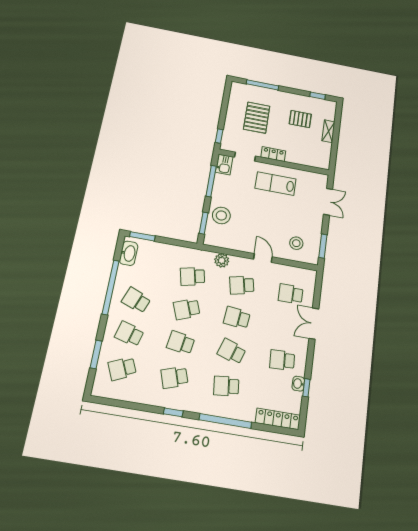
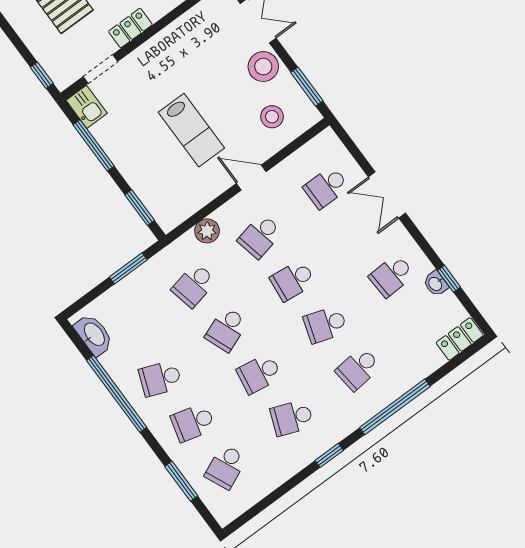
lab bench: (276, 184) -> (191, 130), moved, turned -90
stool: (221, 215) -> (263, 67), moved
window: (142, 236) -> (128, 268), moved
school desk: (175, 377) -> (292, 418), turned 39
locker: (278, 419) -> (460, 339), width x0.66

